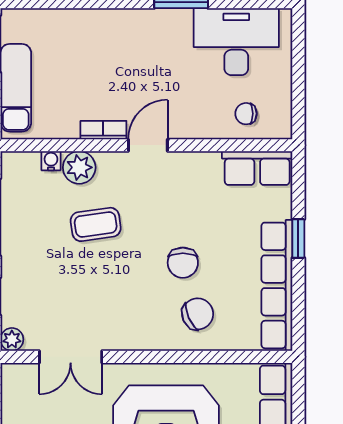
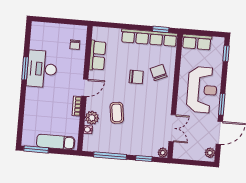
desk: (236, 42) -> (42, 69), moved
door: (148, 145) -> (85, 88), swing flipped
row of seats: (257, 168) -> (97, 55), moved
window: (298, 239) -> (161, 29), moved

